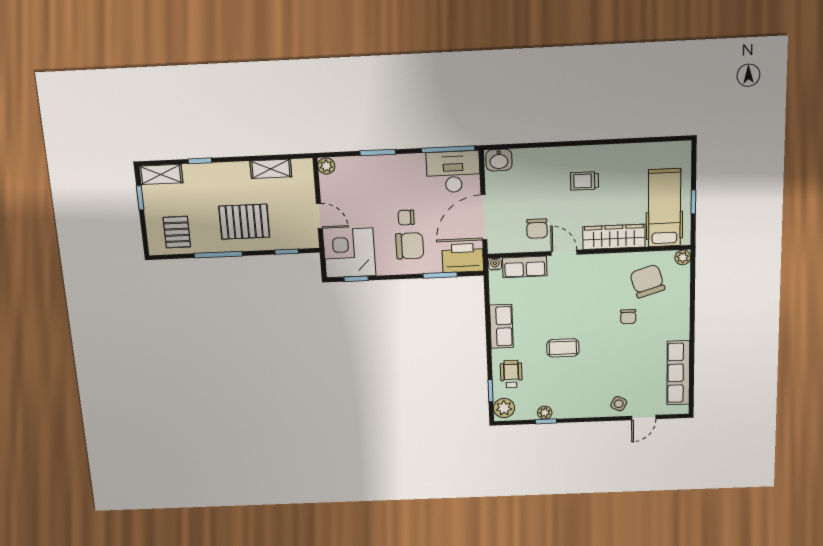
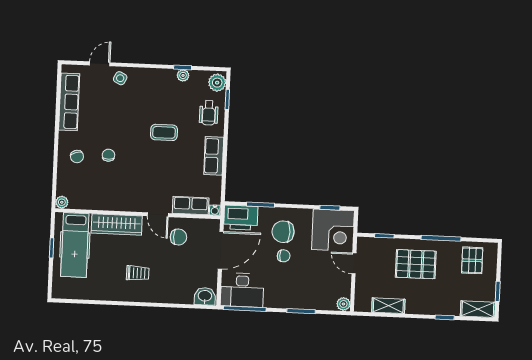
chair: (537, 229) -> (178, 237), turned 90
chair: (647, 281) -> (77, 156), moved, width x0.54, depth x0.54

